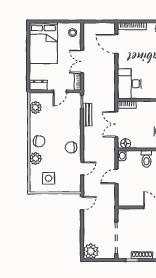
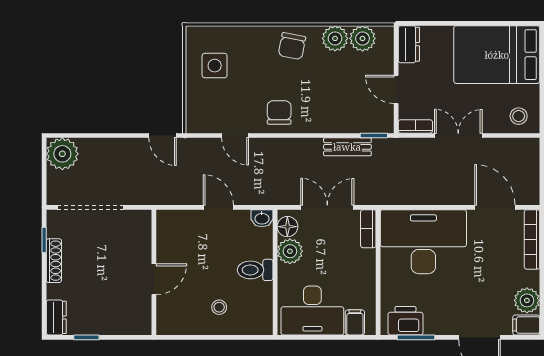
door: (116, 44) -> (495, 207), hinge flipped
desk: (129, 84) -> (423, 242), width x1.36, depth x1.30
plant: (137, 142) -> (290, 251), added
plant: (35, 158) -> (335, 38), moved

